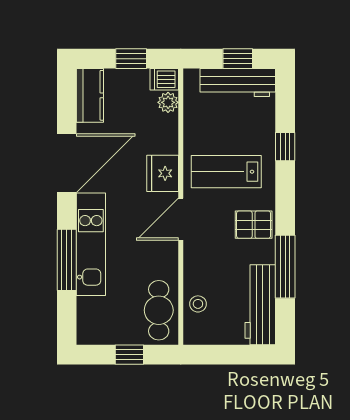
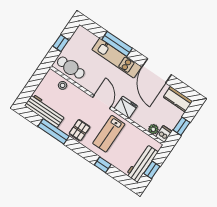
lab bench: (226, 172) -> (109, 134), turned 180

